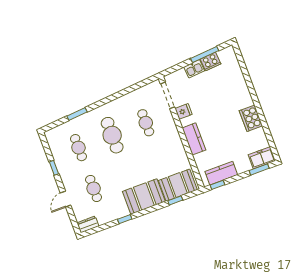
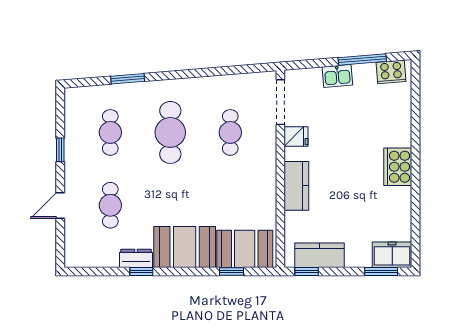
cooker: (211, 61) -> (391, 72), moved
cooker: (251, 118) -> (398, 167), moved
dresser: (88, 224) -> (136, 258), moved

